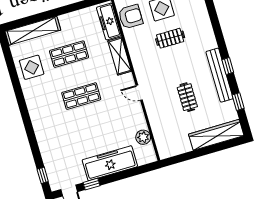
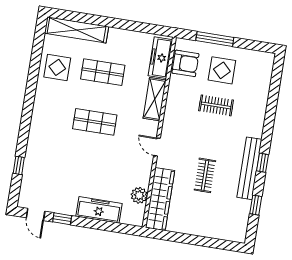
wardrobe: (216, 135) -> (160, 199), moved, turned 90
freezer: (110, 163) -> (99, 210), width x0.73, depth x0.79
window: (43, 175) -> (19, 165), moved

